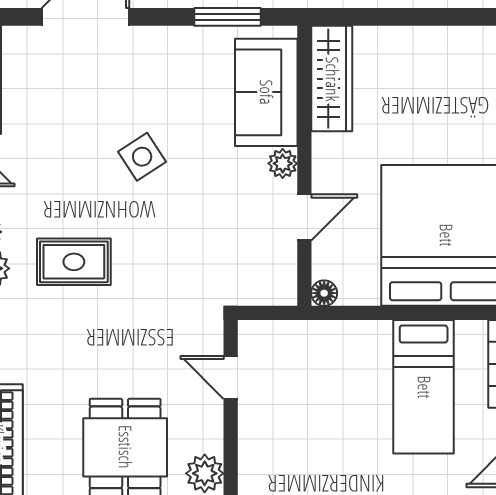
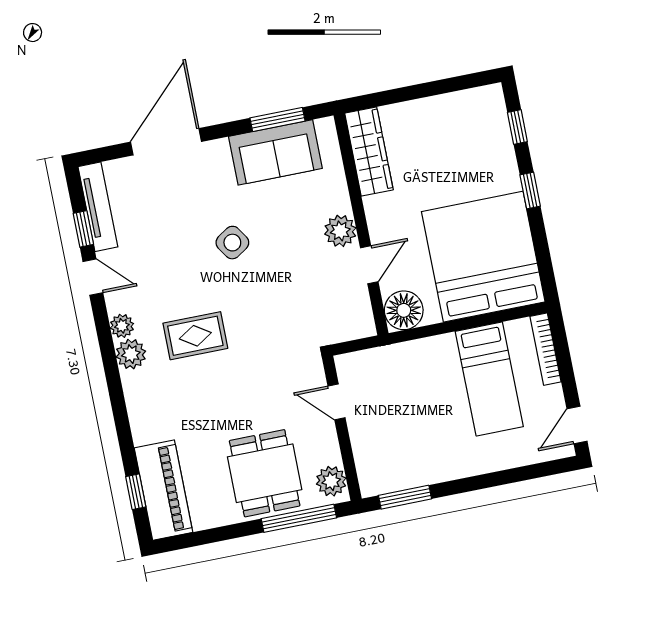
sofa: (266, 92) -> (275, 152), moved, turned -90
plant: (283, 163) -> (340, 231), width x1.38, depth x1.38
floor lamp: (324, 293) -> (404, 310), width x1.89, depth x1.89

